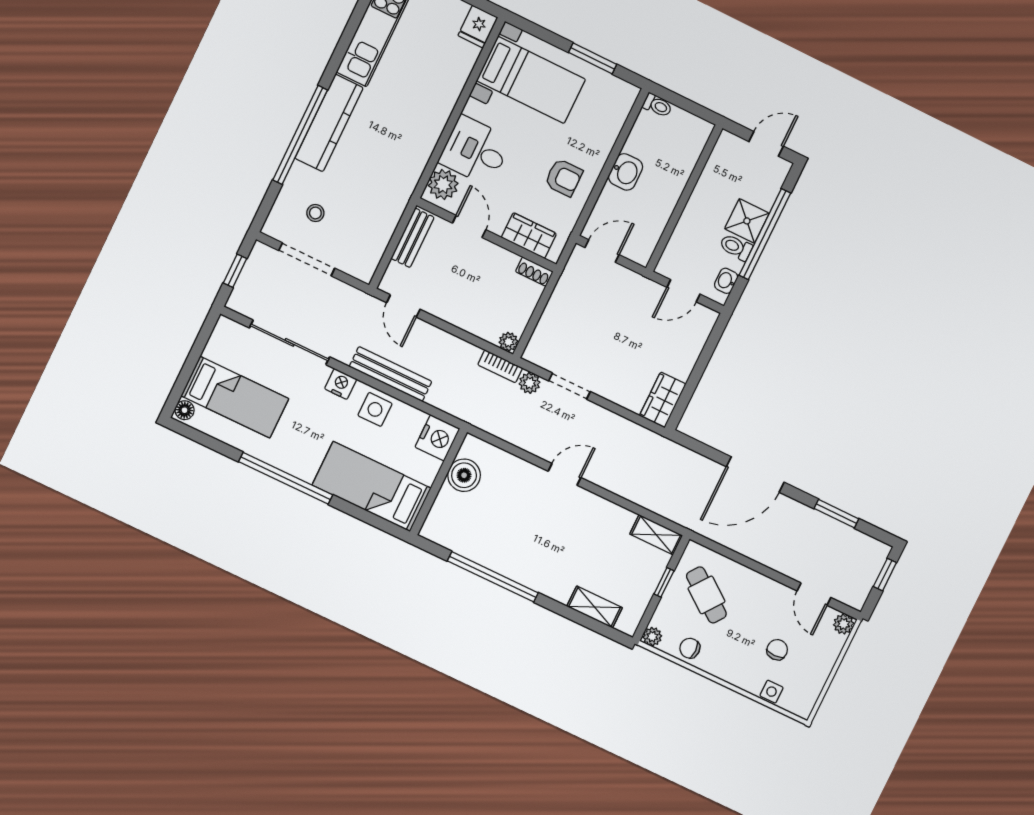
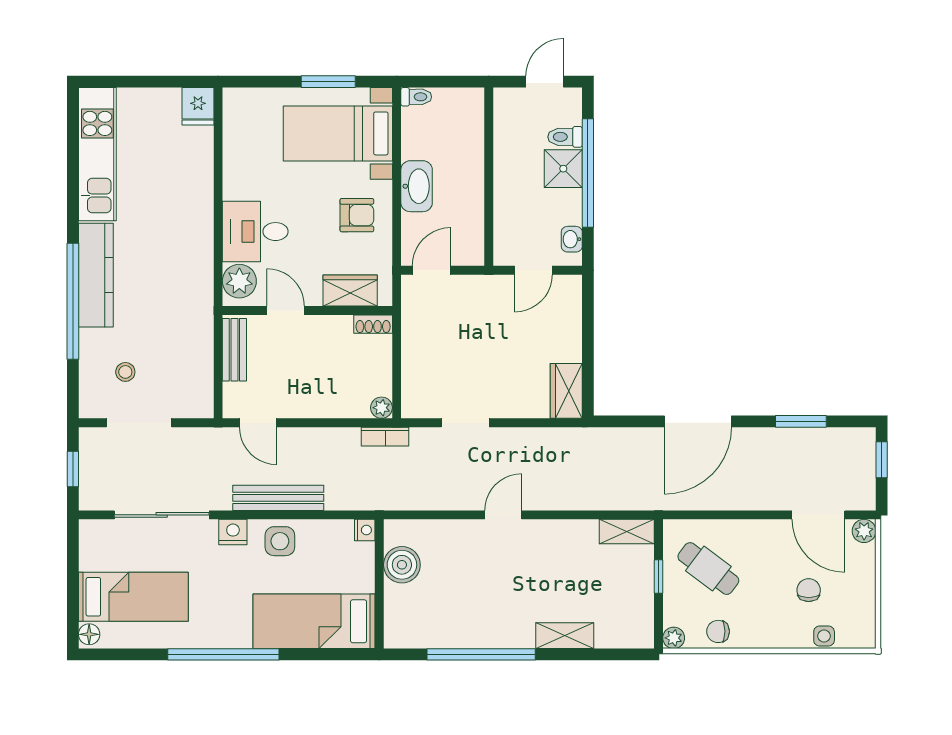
bed with nightstands: (531, 80) -> (338, 133), moved, turned 180
washbasin: (626, 172) -> (417, 186), width x1.38
toilet: (736, 247) -> (565, 137), moved
plant: (530, 383) -> (423, 439), removed
nightstand: (437, 438) -> (365, 530), width x0.53, depth x0.56
door: (814, 594) -> (818, 515), width x1.38
shelving: (595, 607) -> (565, 636), moved

